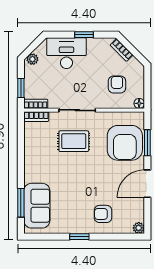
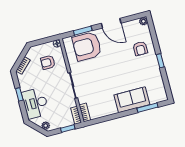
rug: (74, 141) -> (95, 82), removed
armchair: (125, 143) -> (87, 46), turned 180
sofa: (37, 206) -> (132, 100), moved

